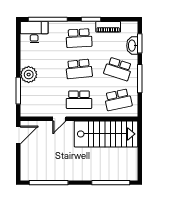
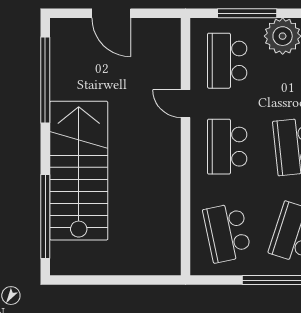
school desk: (40, 100) -> (227, 61), added
stairs: (106, 134) -> (79, 171), moved, turned 180
door: (18, 135) -> (111, 13), moved

